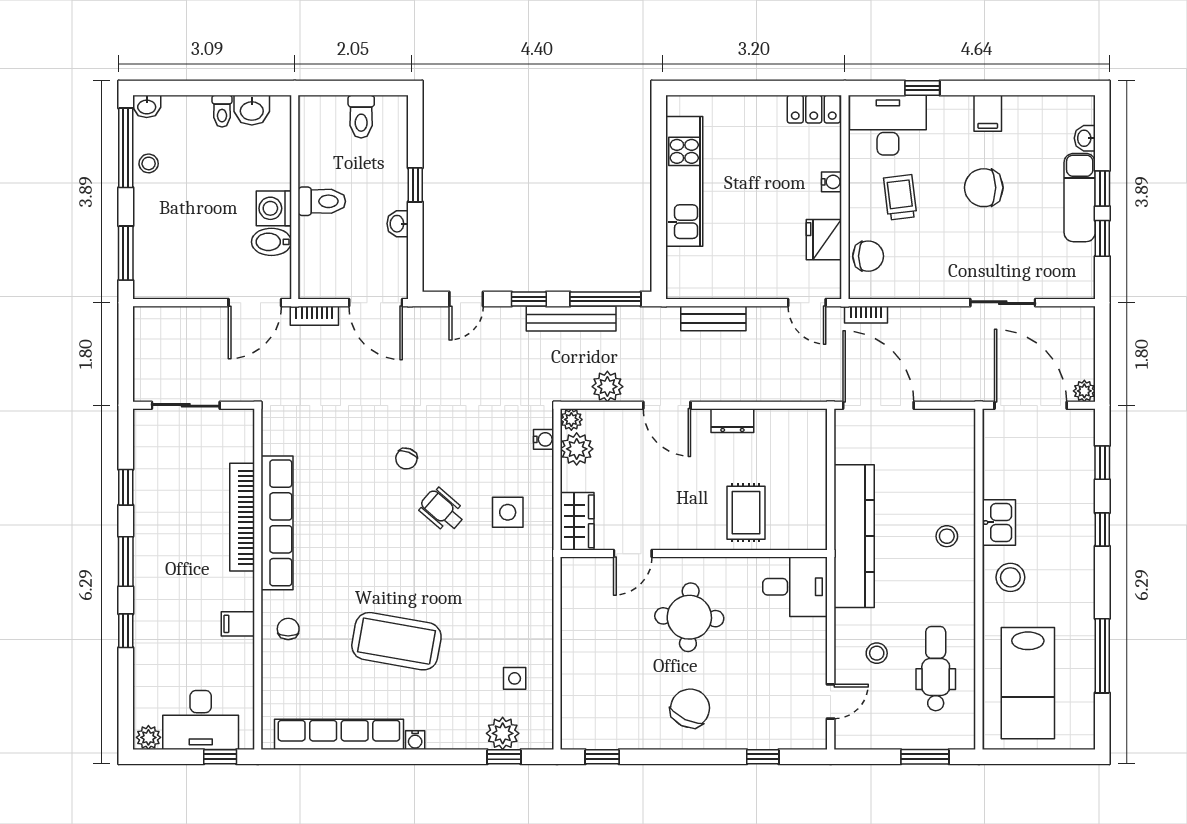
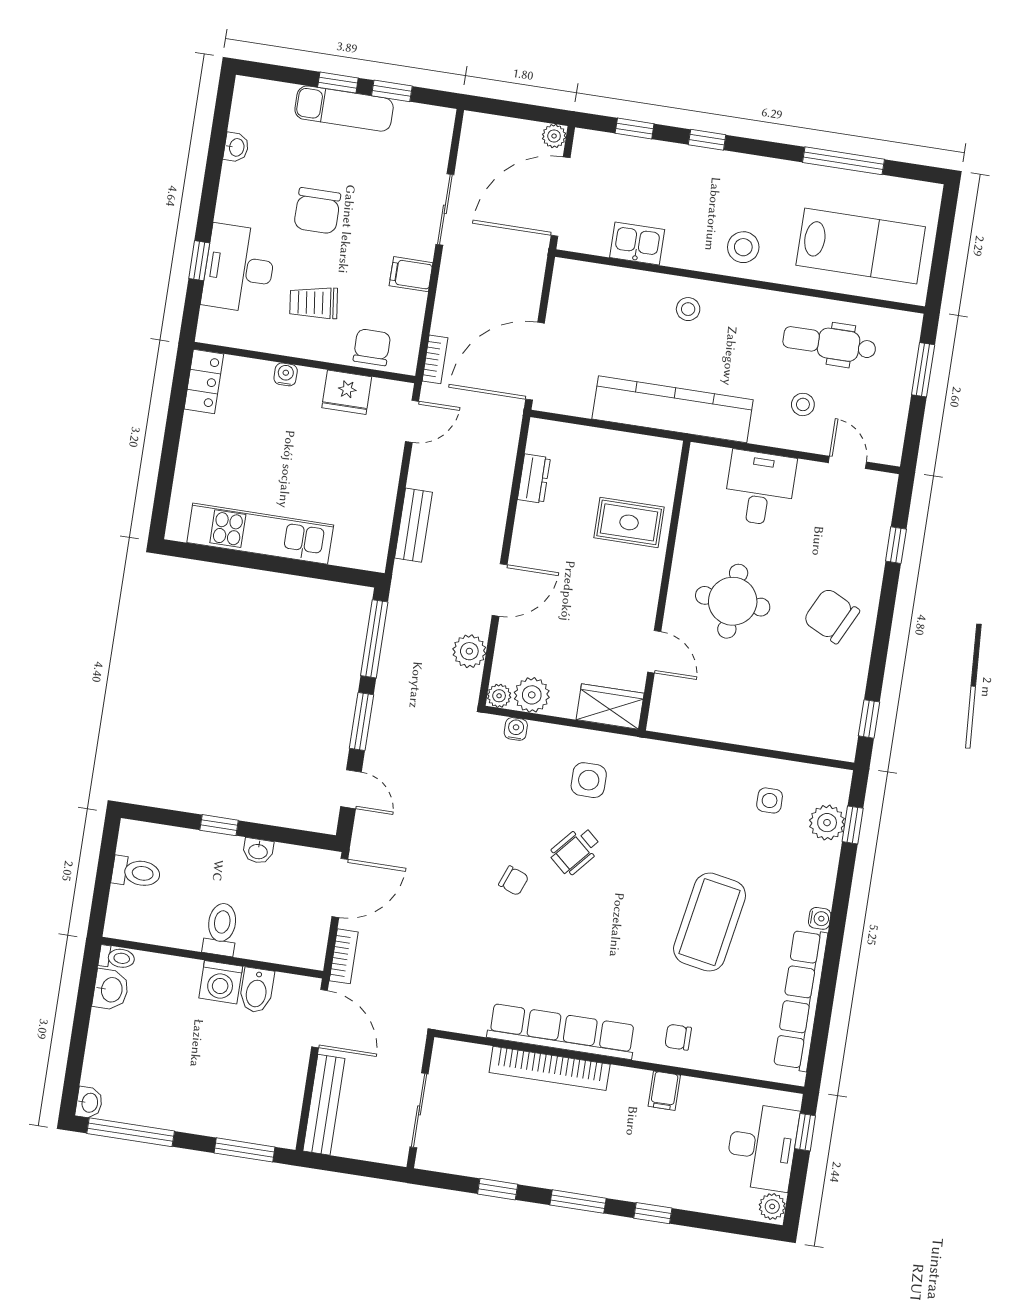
toilet: (222, 111) -> (117, 958), moved
filing cabinet: (988, 113) -> (411, 274), moved, turned 180
desk: (888, 125) -> (239, 268), moved
washbasin: (1085, 138) -> (236, 147), moved, turned -90
stool: (149, 163) -> (151, 1110), removed
window: (529, 299) -> (361, 721), width x1.50
bench: (571, 319) -> (324, 1105), moved
dresser: (732, 421) -> (534, 479), moved
kitchen sink: (999, 522) -> (637, 244), moved
desk: (795, 587) -> (760, 488), moved

